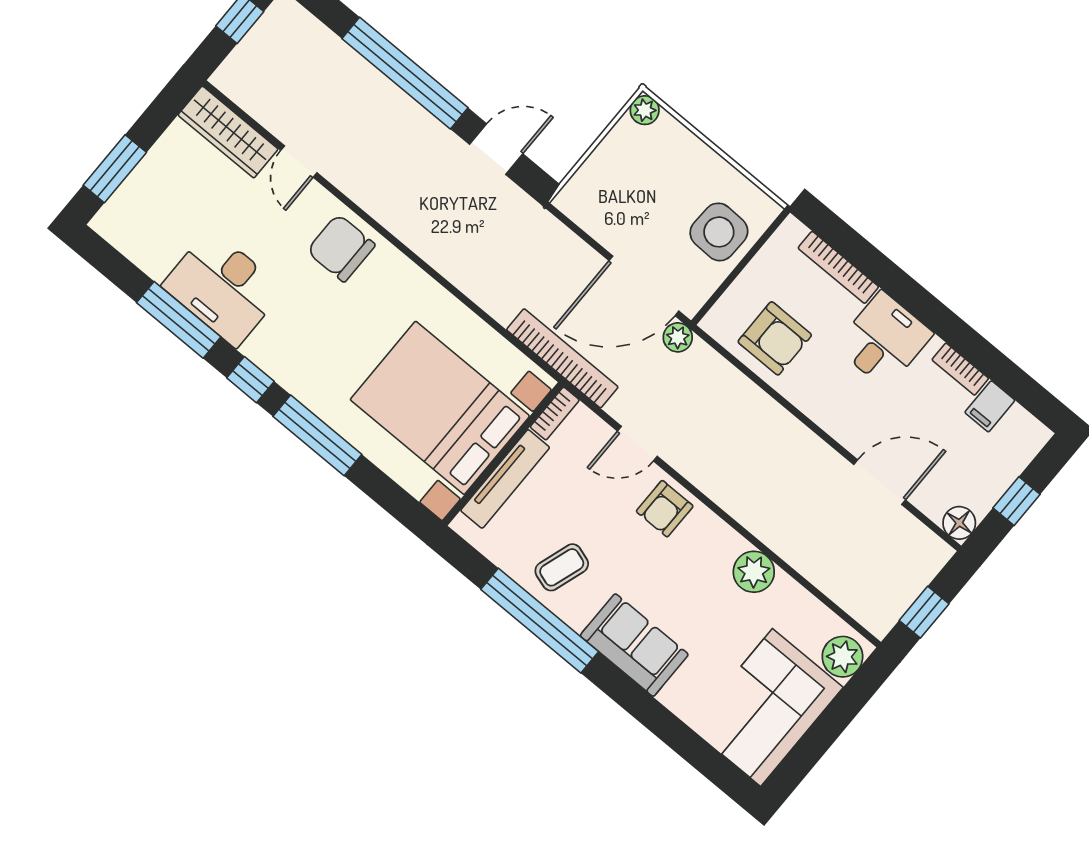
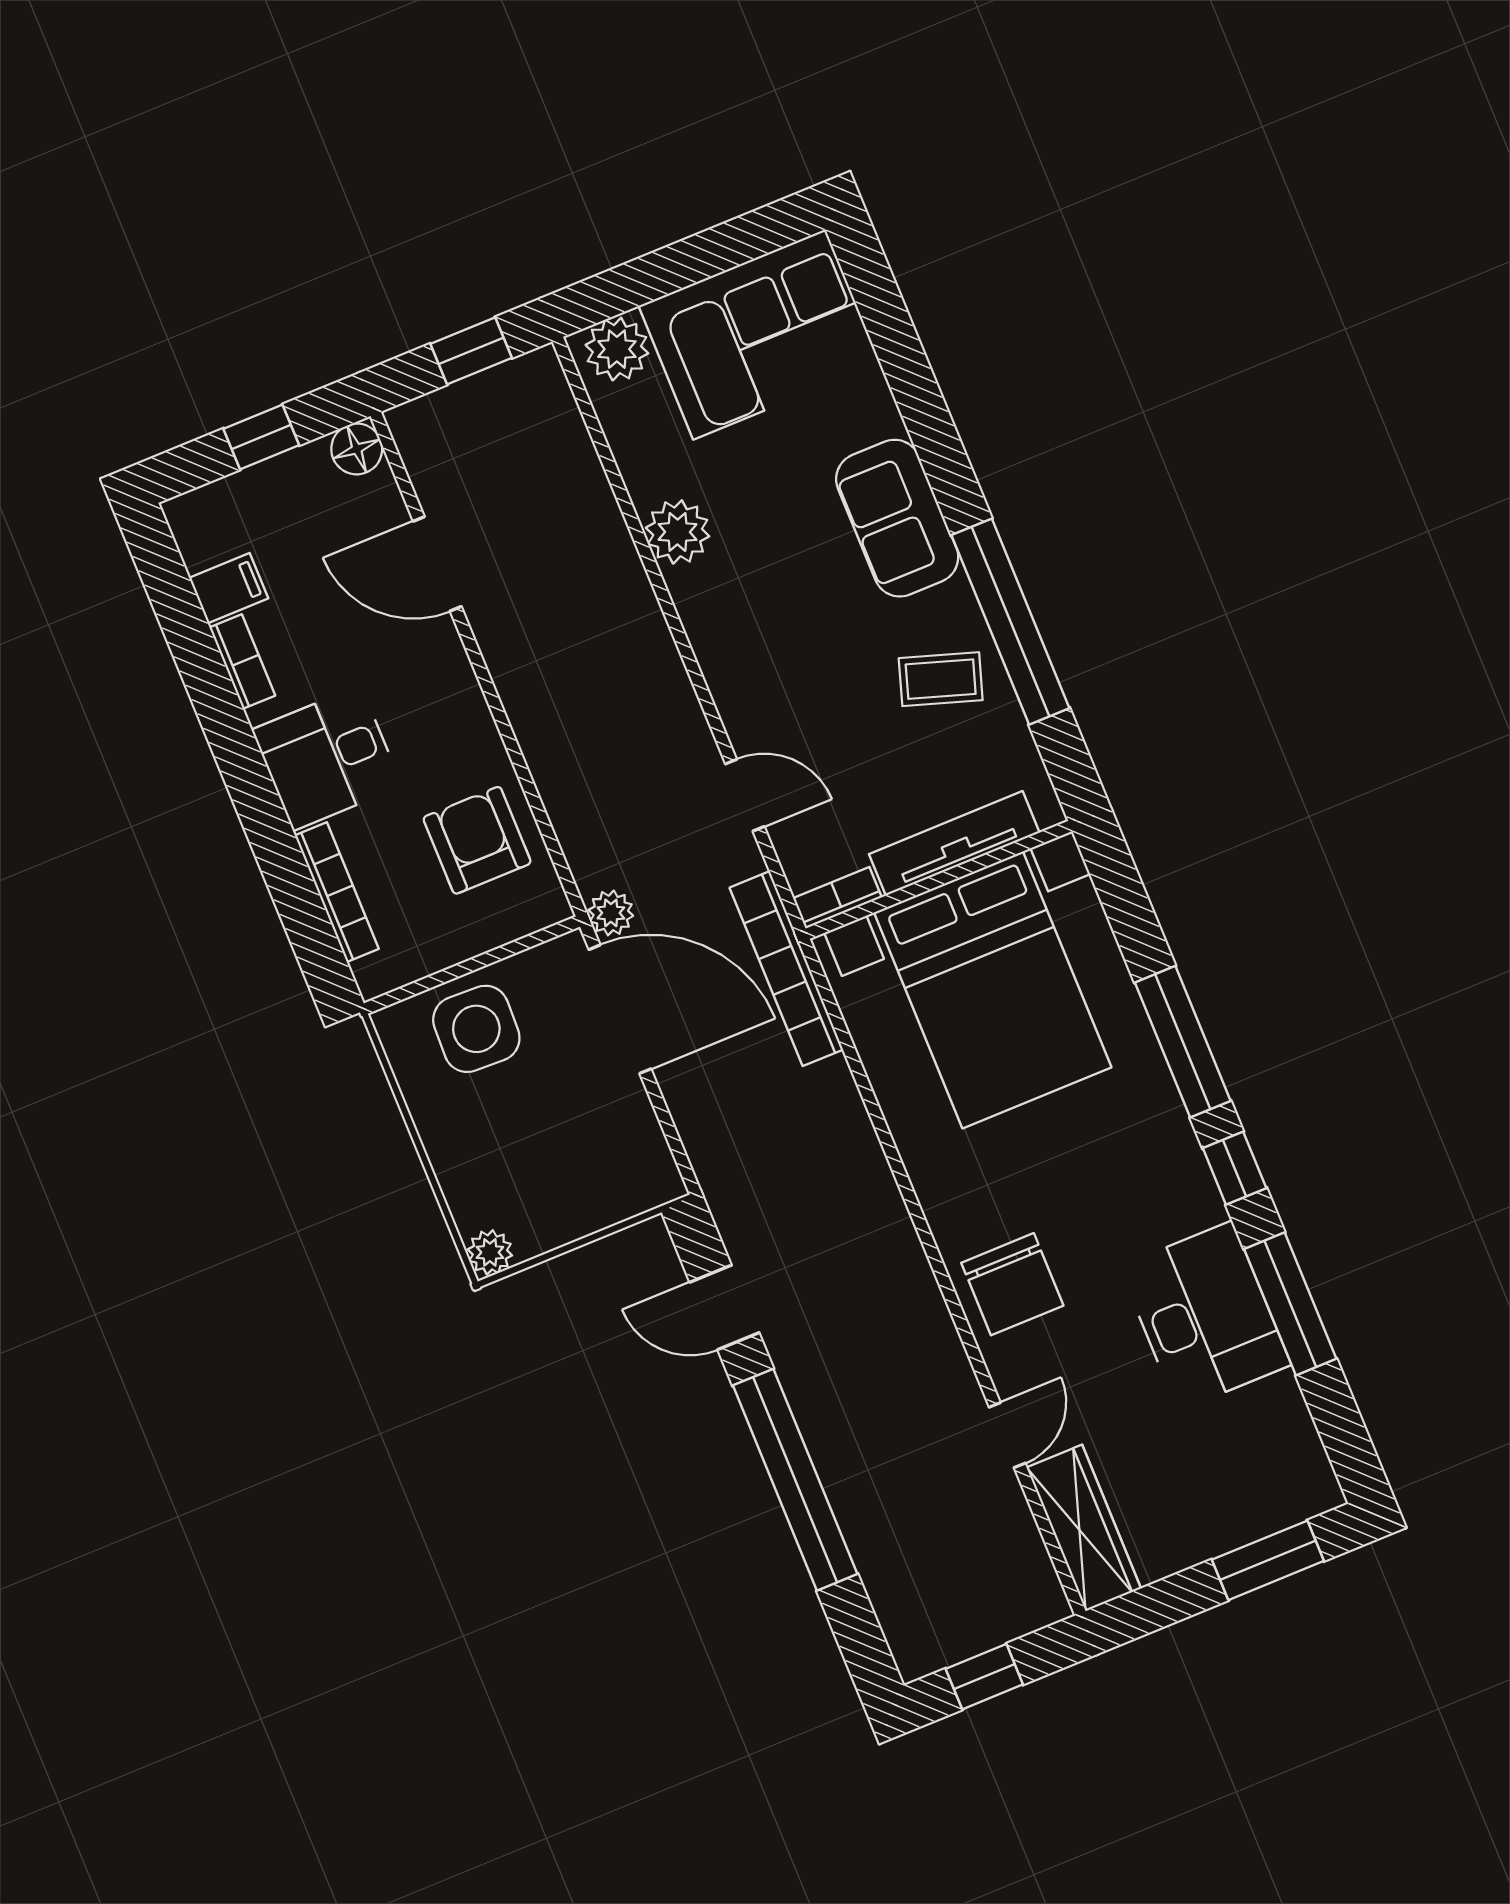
armchair: (665, 509) -> (755, 685), removed

